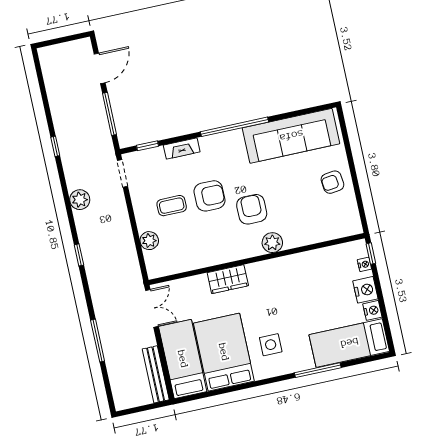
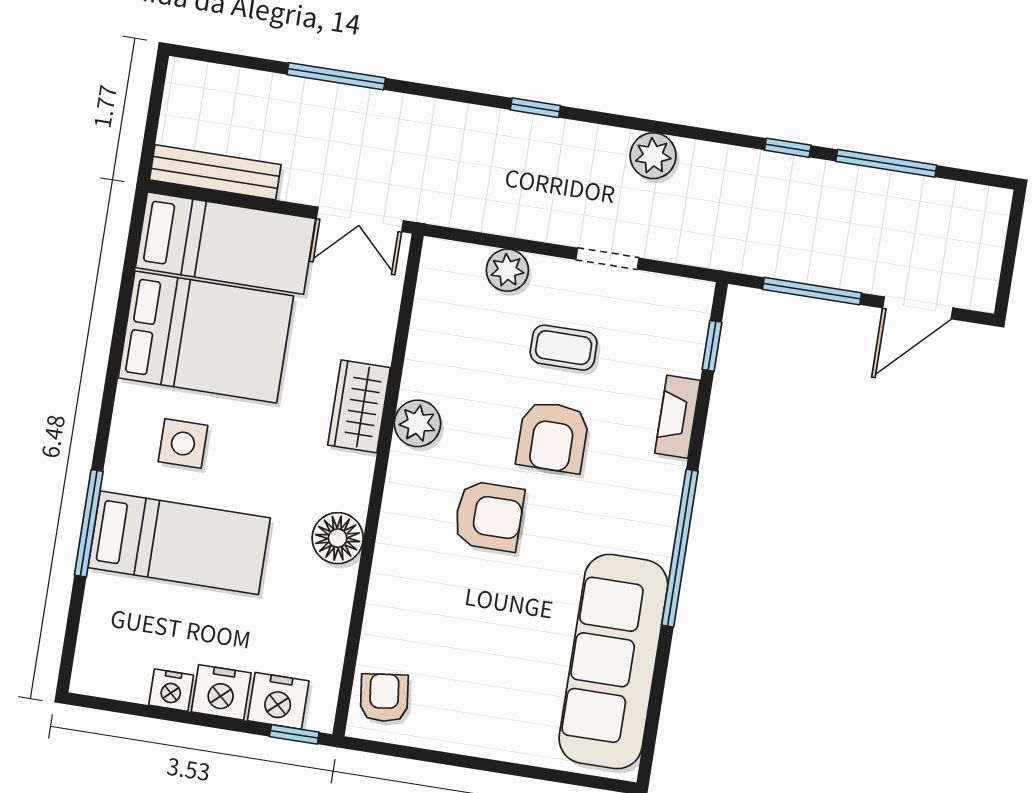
door: (100, 68) -> (918, 308), hinge flipped
window: (46, 104) -> (886, 163), added
doorway: (122, 173) -> (607, 259), moved
armchair: (332, 182) -> (384, 698), moved
coffee table: (172, 206) -> (564, 348), turned 90
plant: (272, 243) -> (417, 423), moved
nightstand: (364, 264) -> (278, 701), width x1.89, depth x1.79
floor lamp: (285, 267) -> (338, 538), added
bed: (349, 343) -> (179, 543), moved, turned 90

